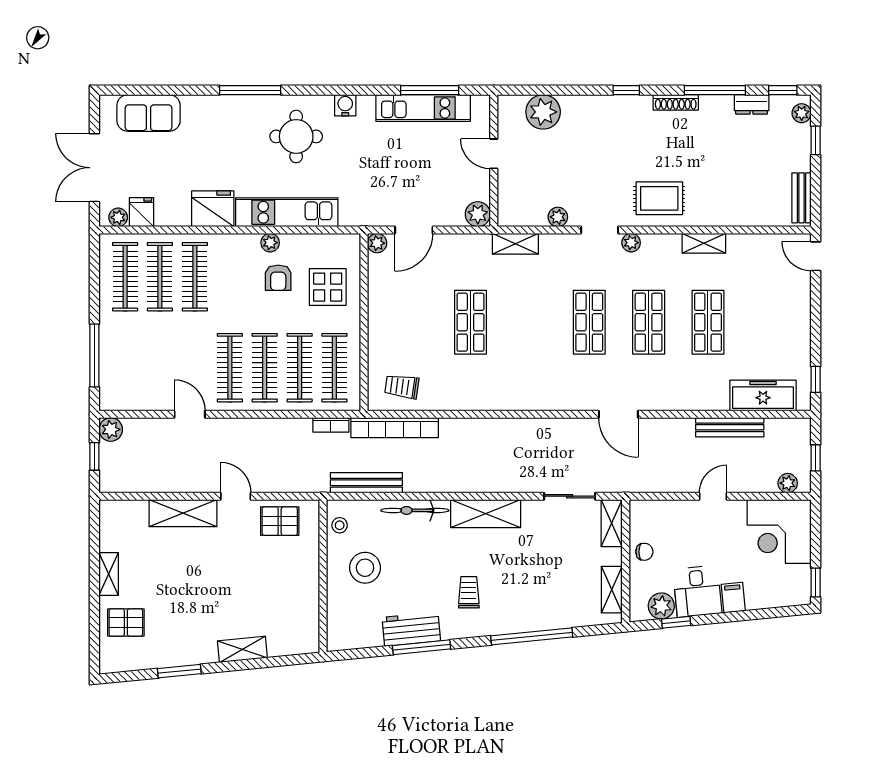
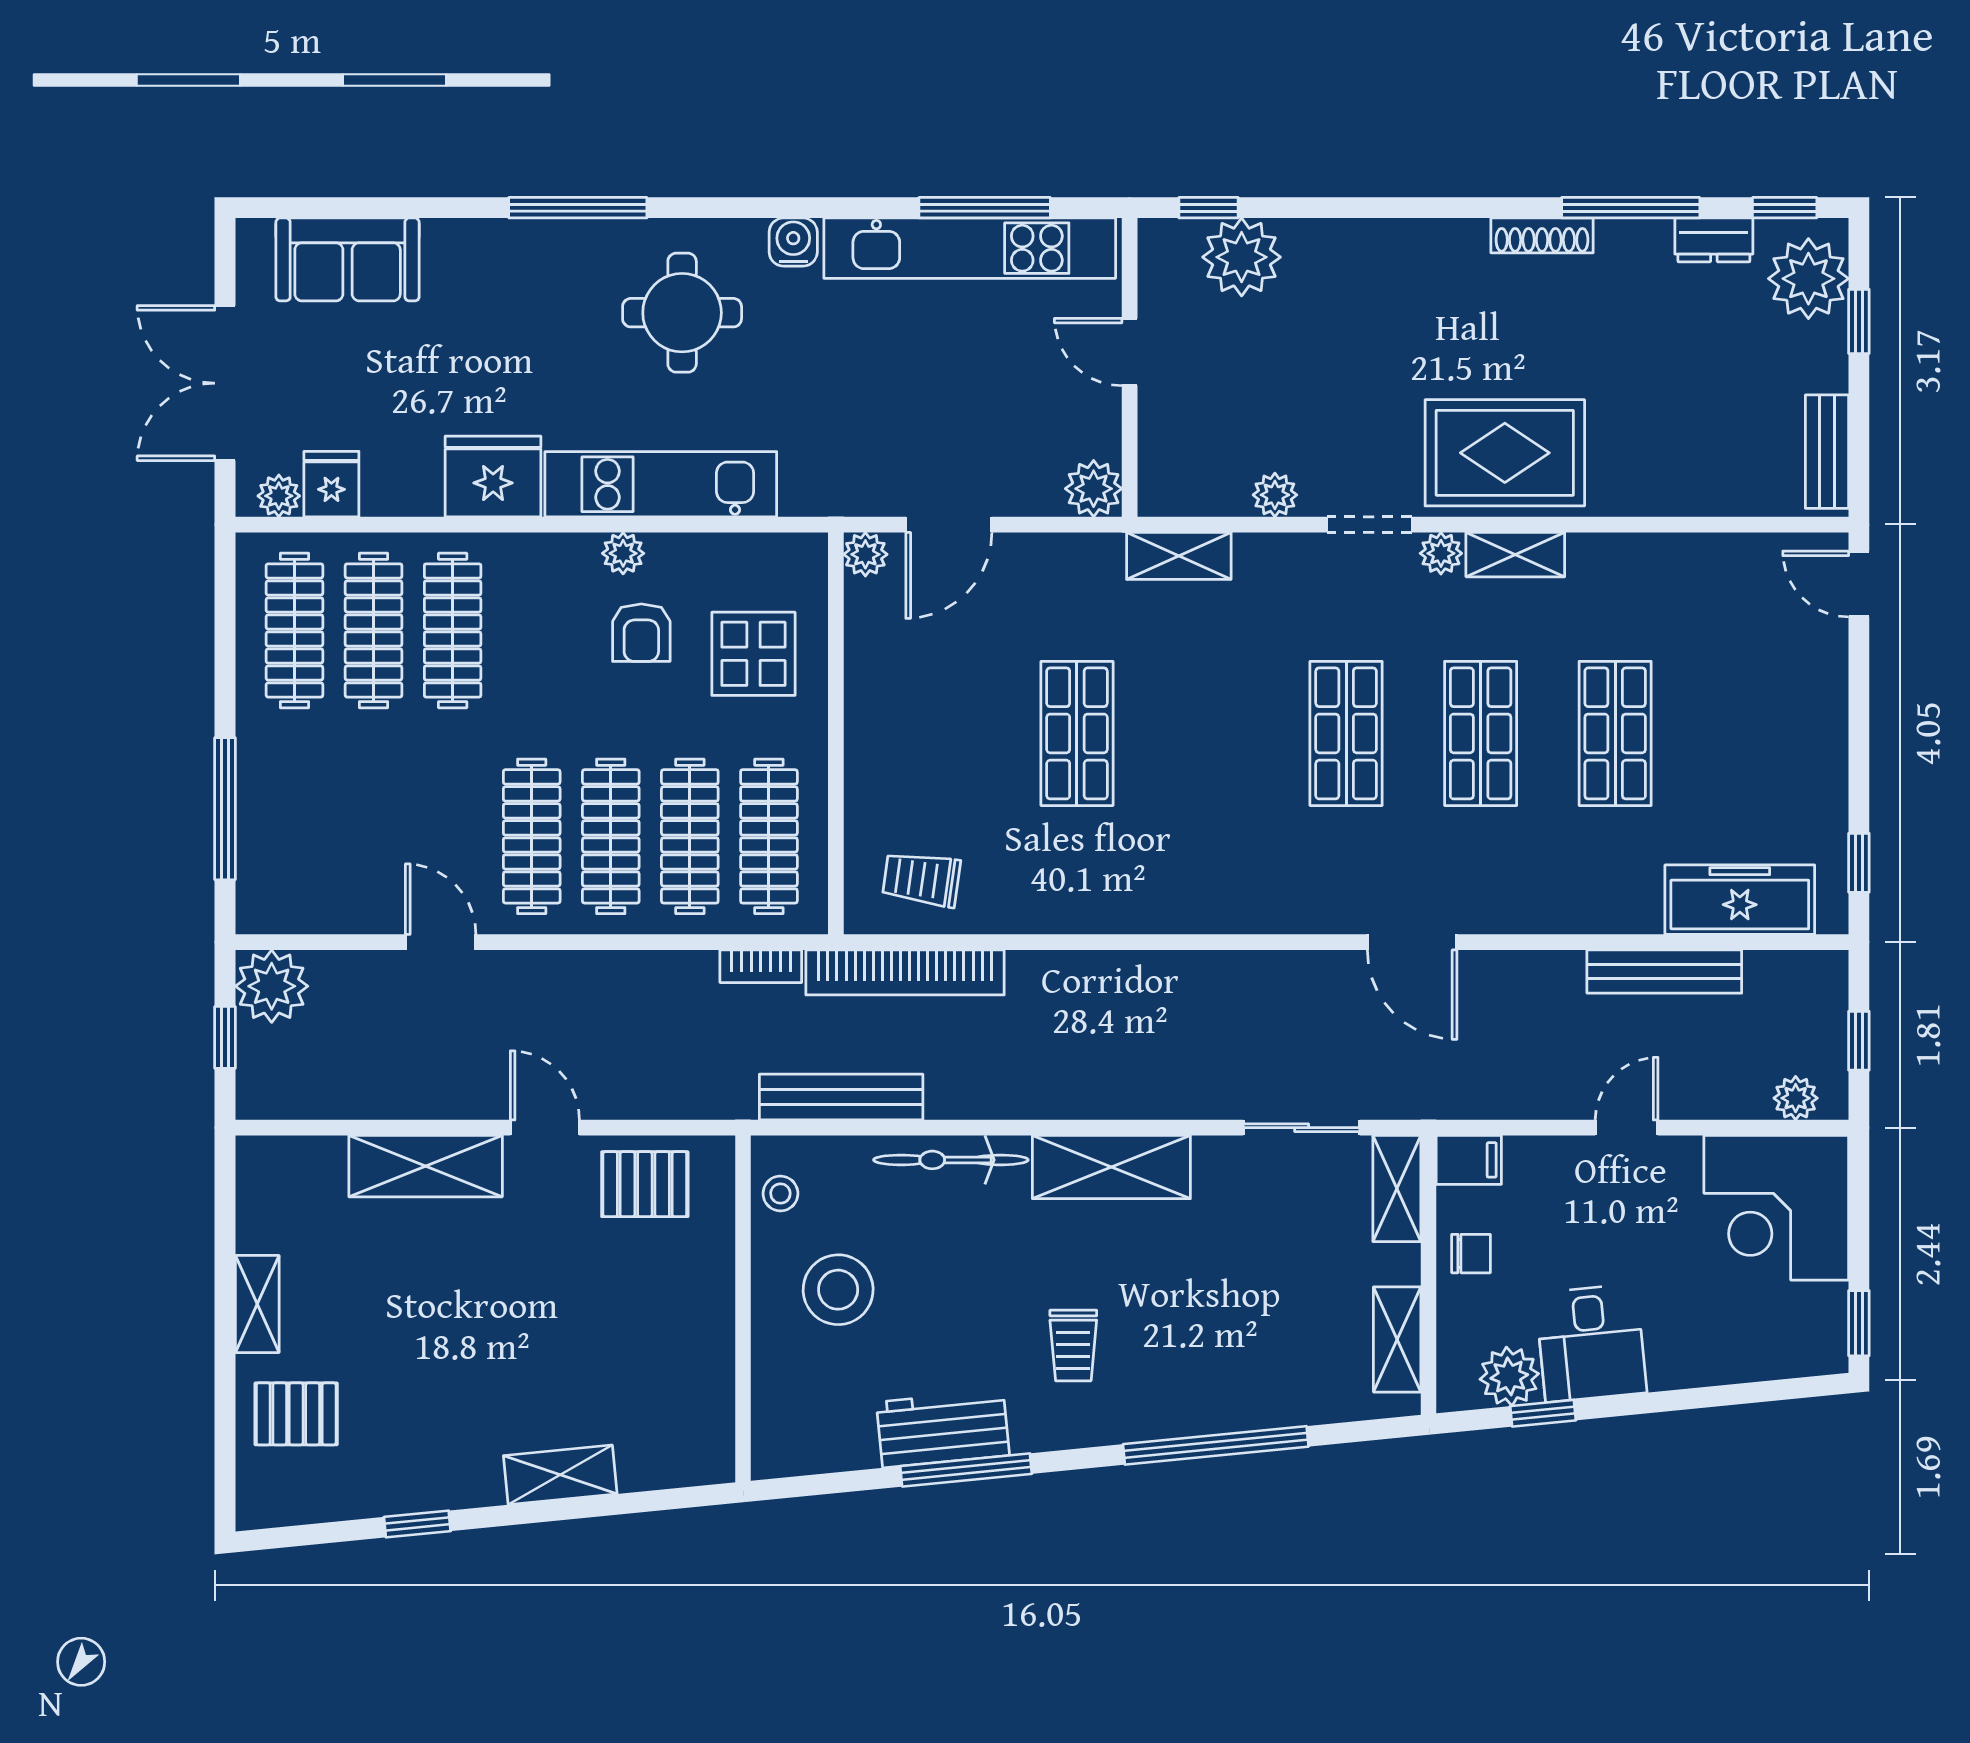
window: (626, 90) -> (1208, 208), moved
kitchen unit: (423, 108) -> (970, 248), width x1.36
plant: (802, 113) -> (1808, 279), width x1.87, depth x1.87
rug: (659, 198) -> (1505, 453), width x1.36, depth x1.43
shelving: (704, 243) -> (1515, 555), moved
plant: (111, 429) -> (272, 986), width x1.36, depth x1.36
trolley: (469, 592) -> (1073, 1345), turned 180
filing cabinet: (733, 598) -> (1469, 1160), moved, turned 96
window: (179, 671) -> (417, 1524), width x0.67

